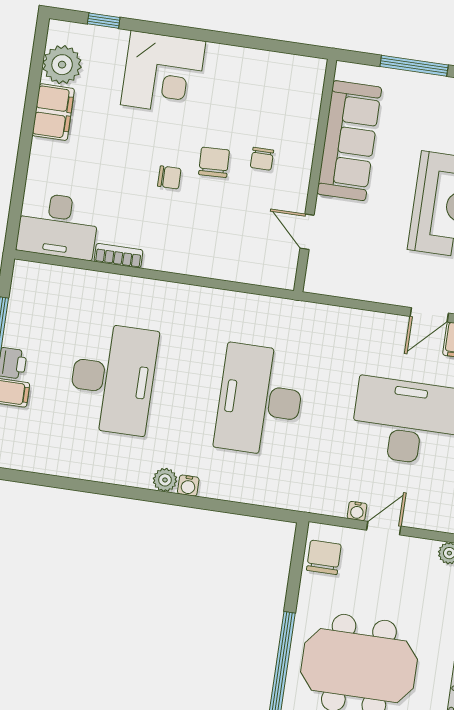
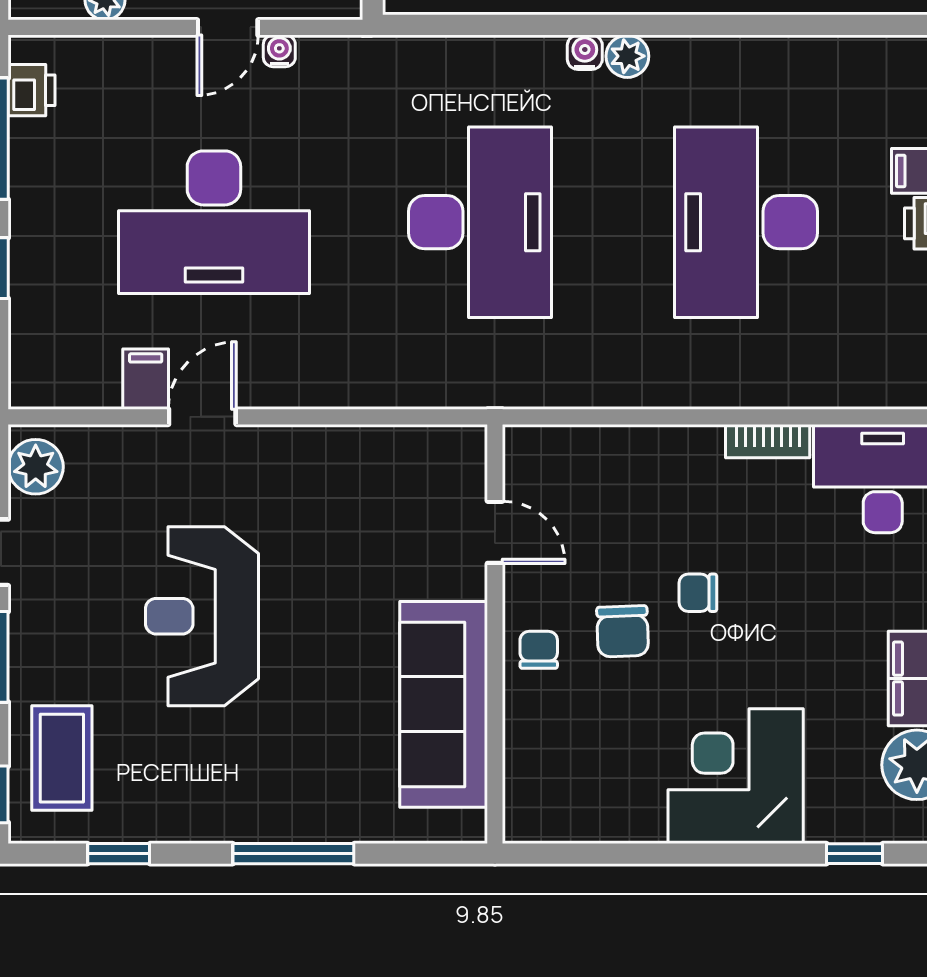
sofa: (349, 141) -> (444, 704), moved
wall: (315, 175) -> (495, 634), moved
door: (307, 232) -> (495, 532), moved

